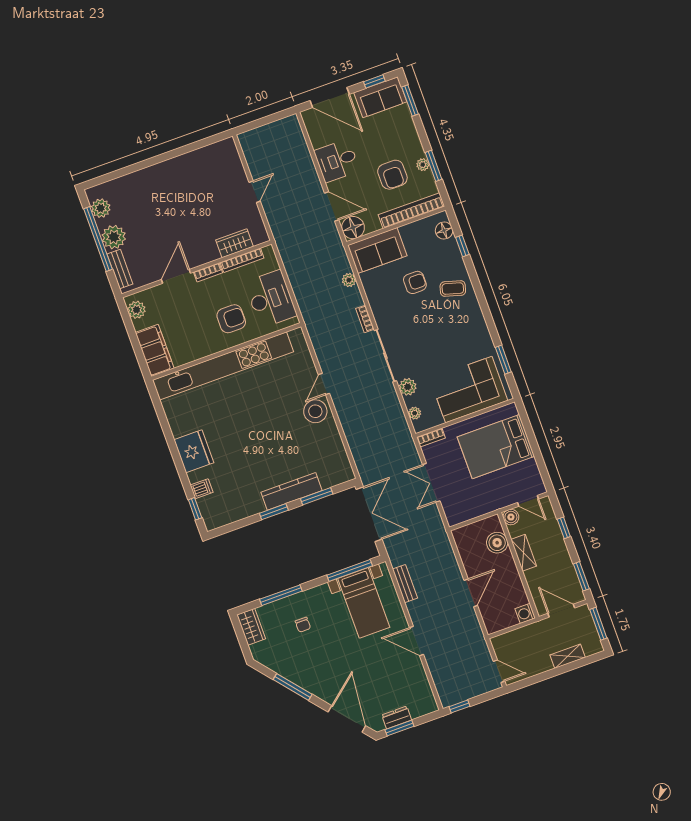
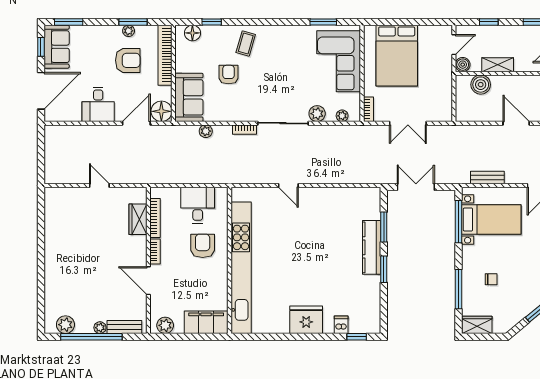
plant: (114, 237) -> (100, 328), width x0.53, depth x0.53
desk: (271, 299) -> (198, 205), width x0.73
stool: (315, 411) -> (309, 202), removed
double door: (369, 514) -> (416, 187), width x0.73

